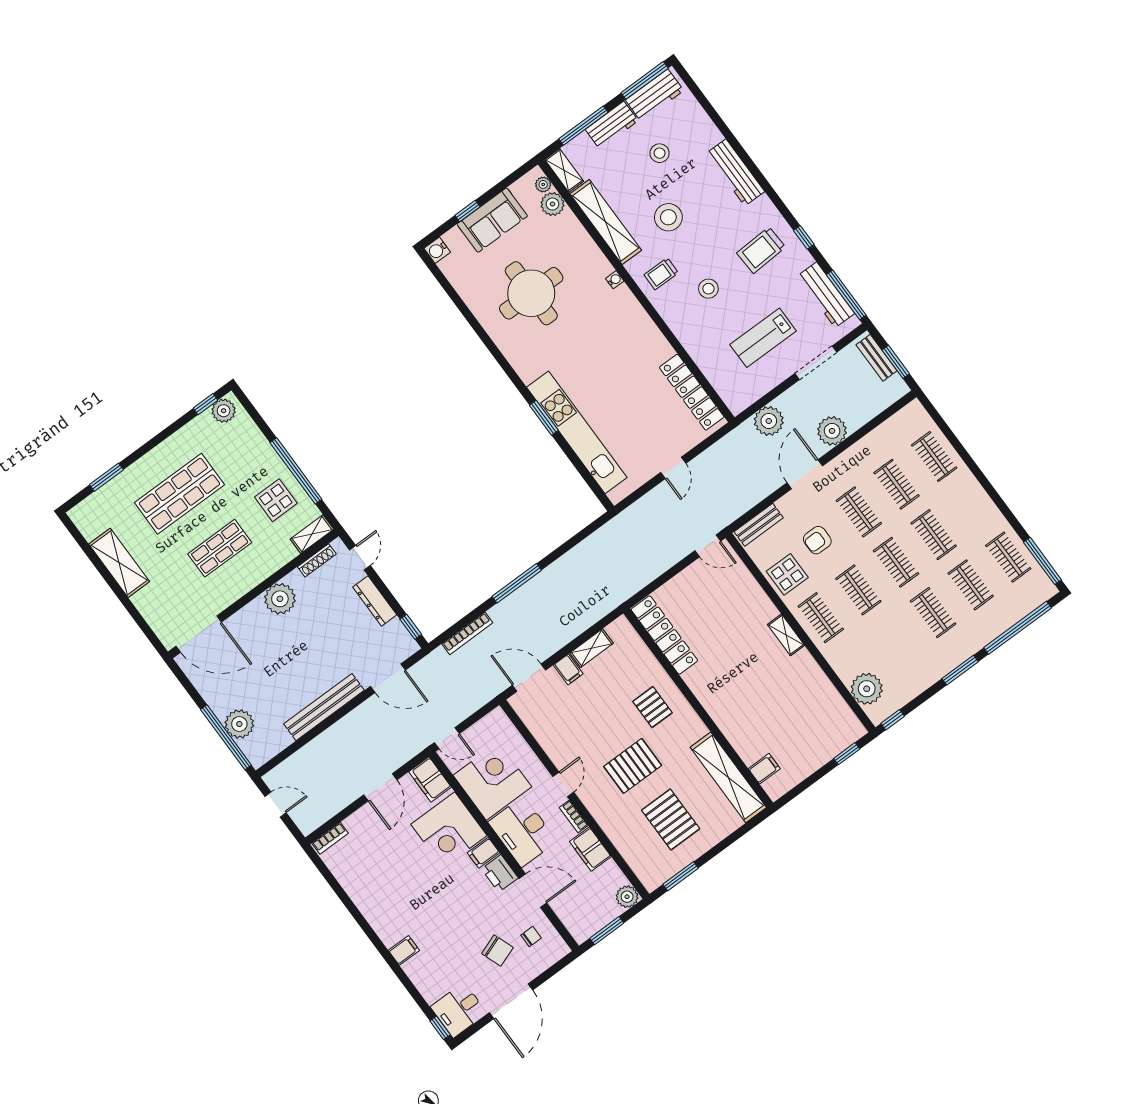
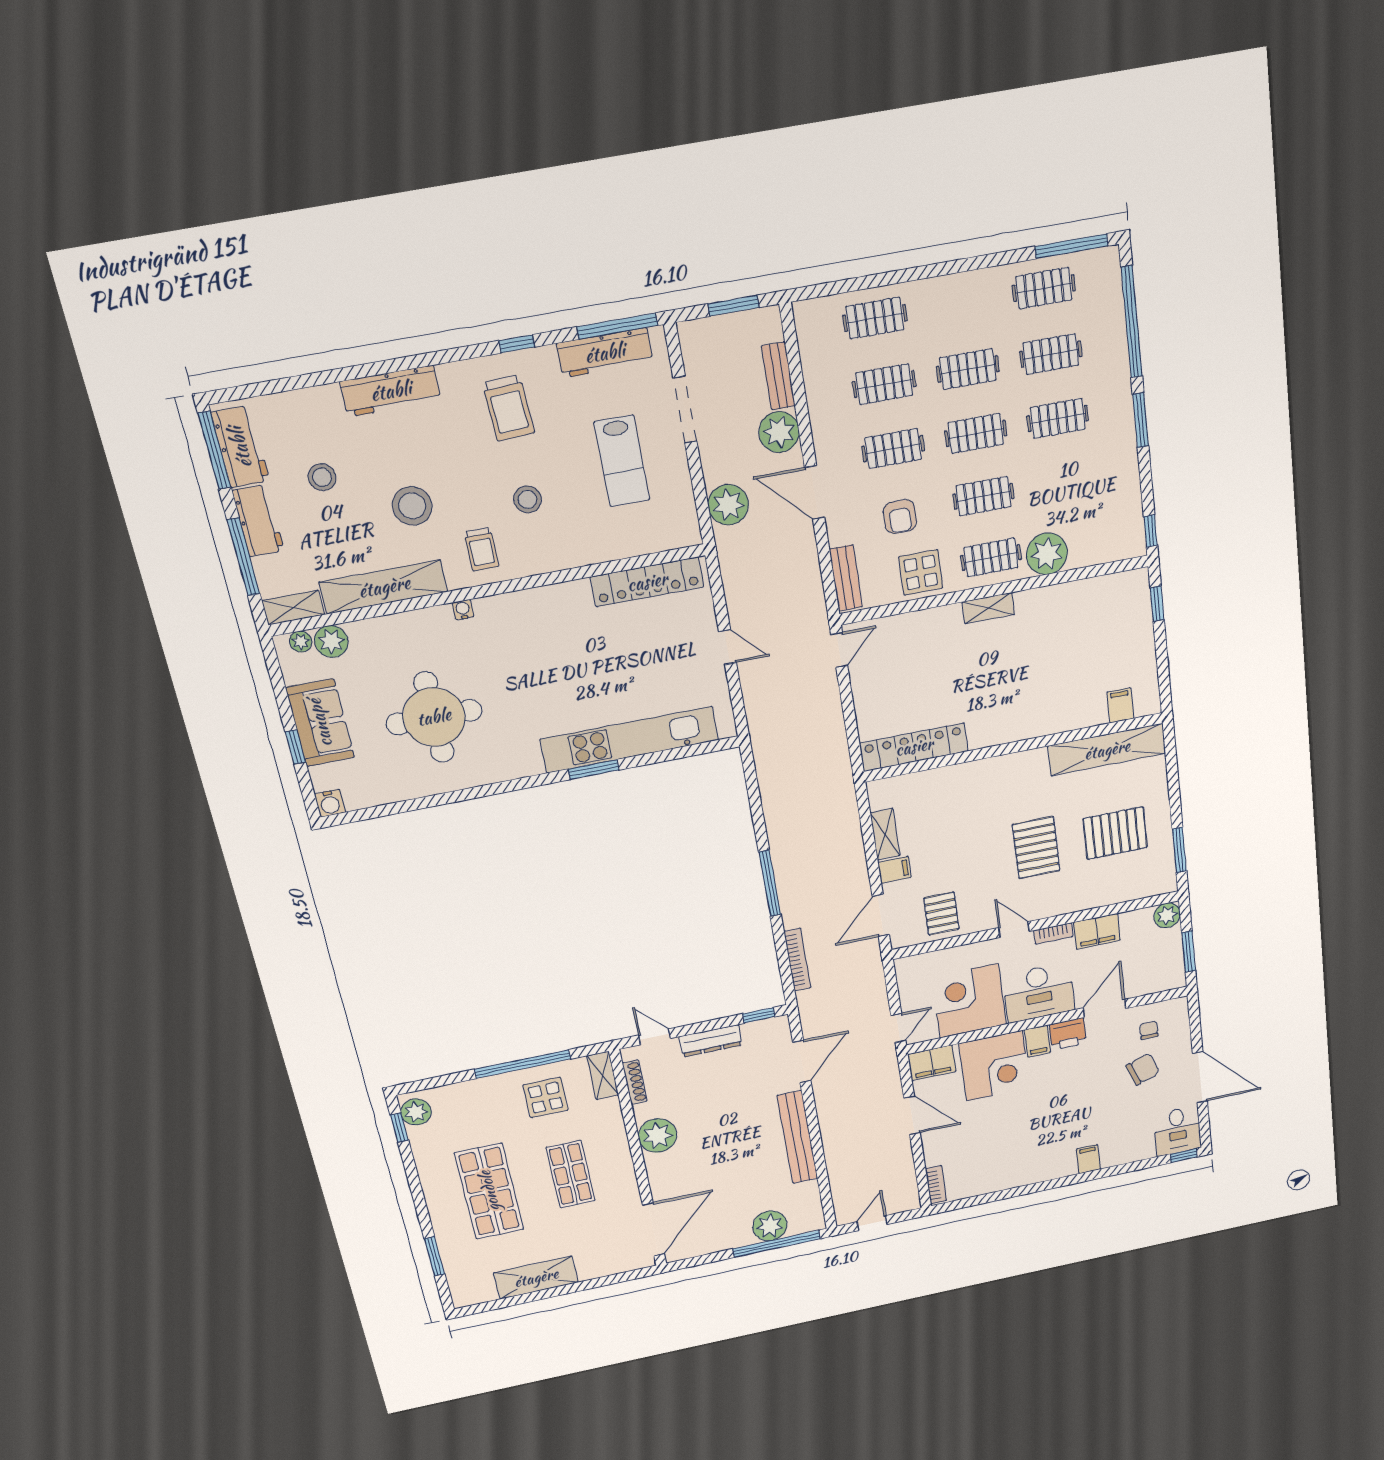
bench: (877, 358) -> (778, 376), moved, turned 90
plant: (867, 689) -> (1047, 554), moved
pallet: (653, 707) -> (941, 914), moved, turned 90

